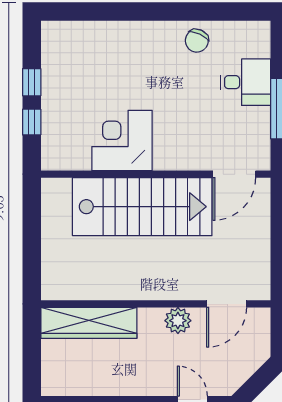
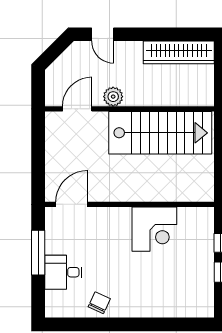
stairs: (142, 207) -> (160, 133), moved, turned 180
wardrobe: (89, 323) -> (179, 52), moved, turned 180

